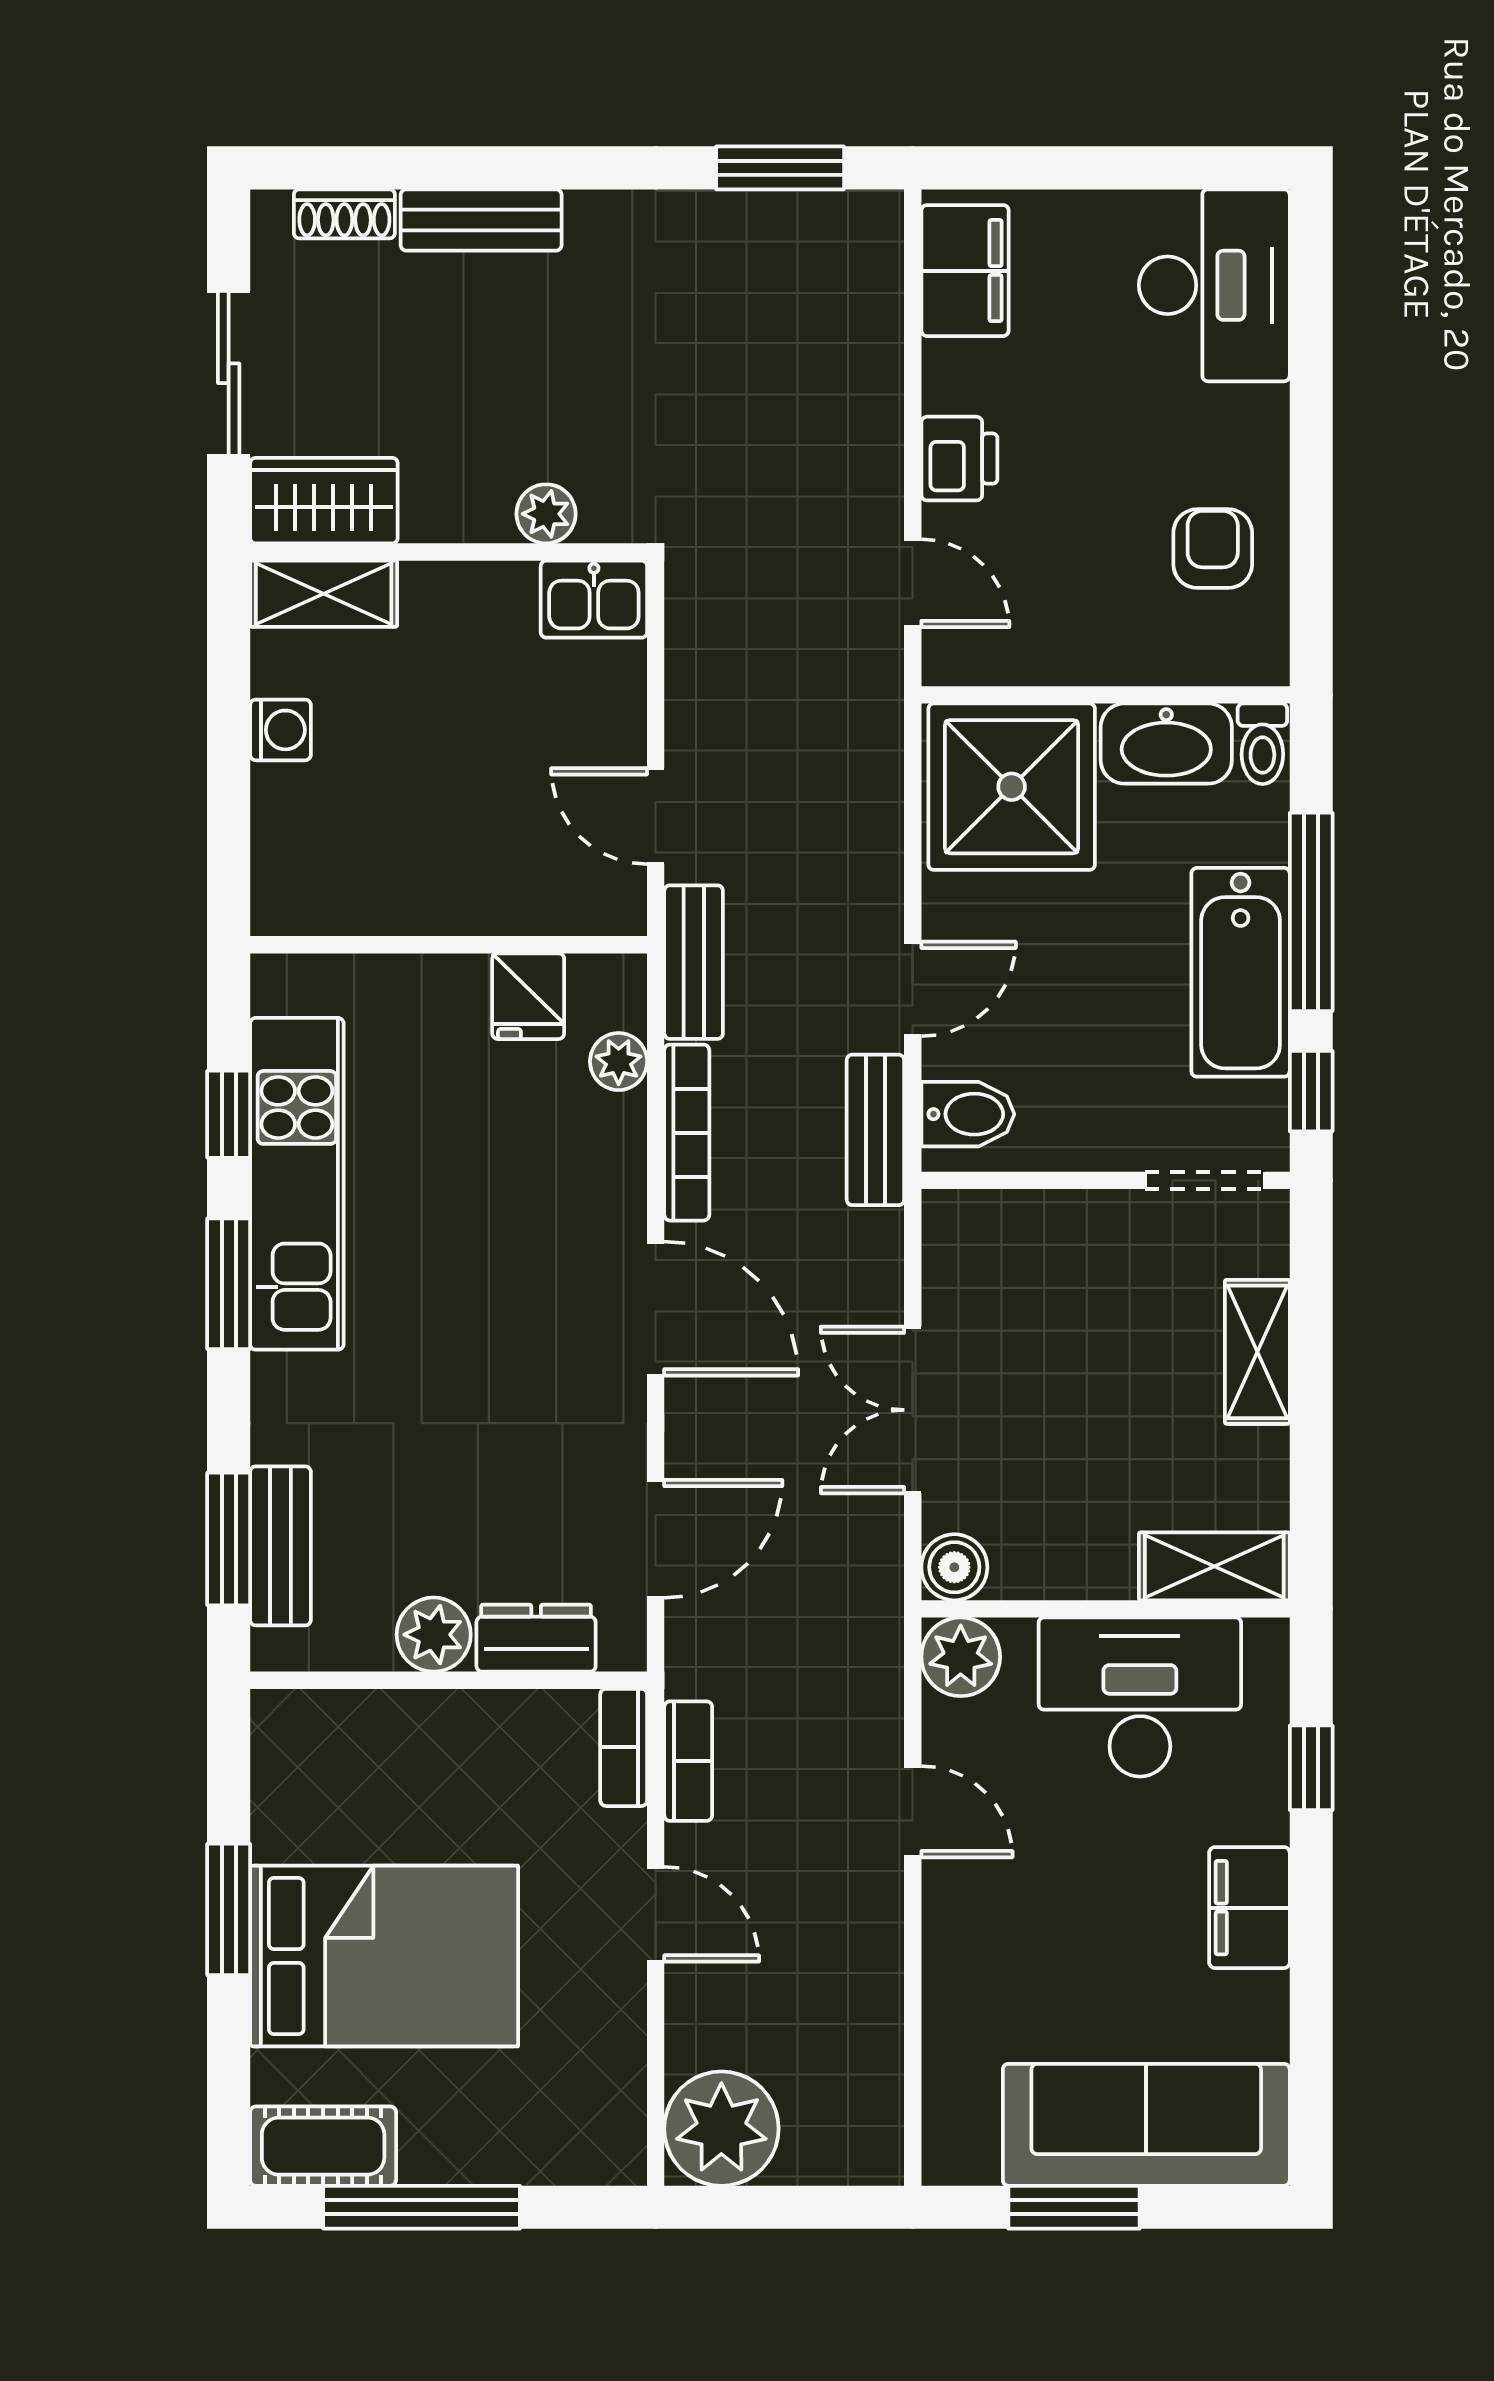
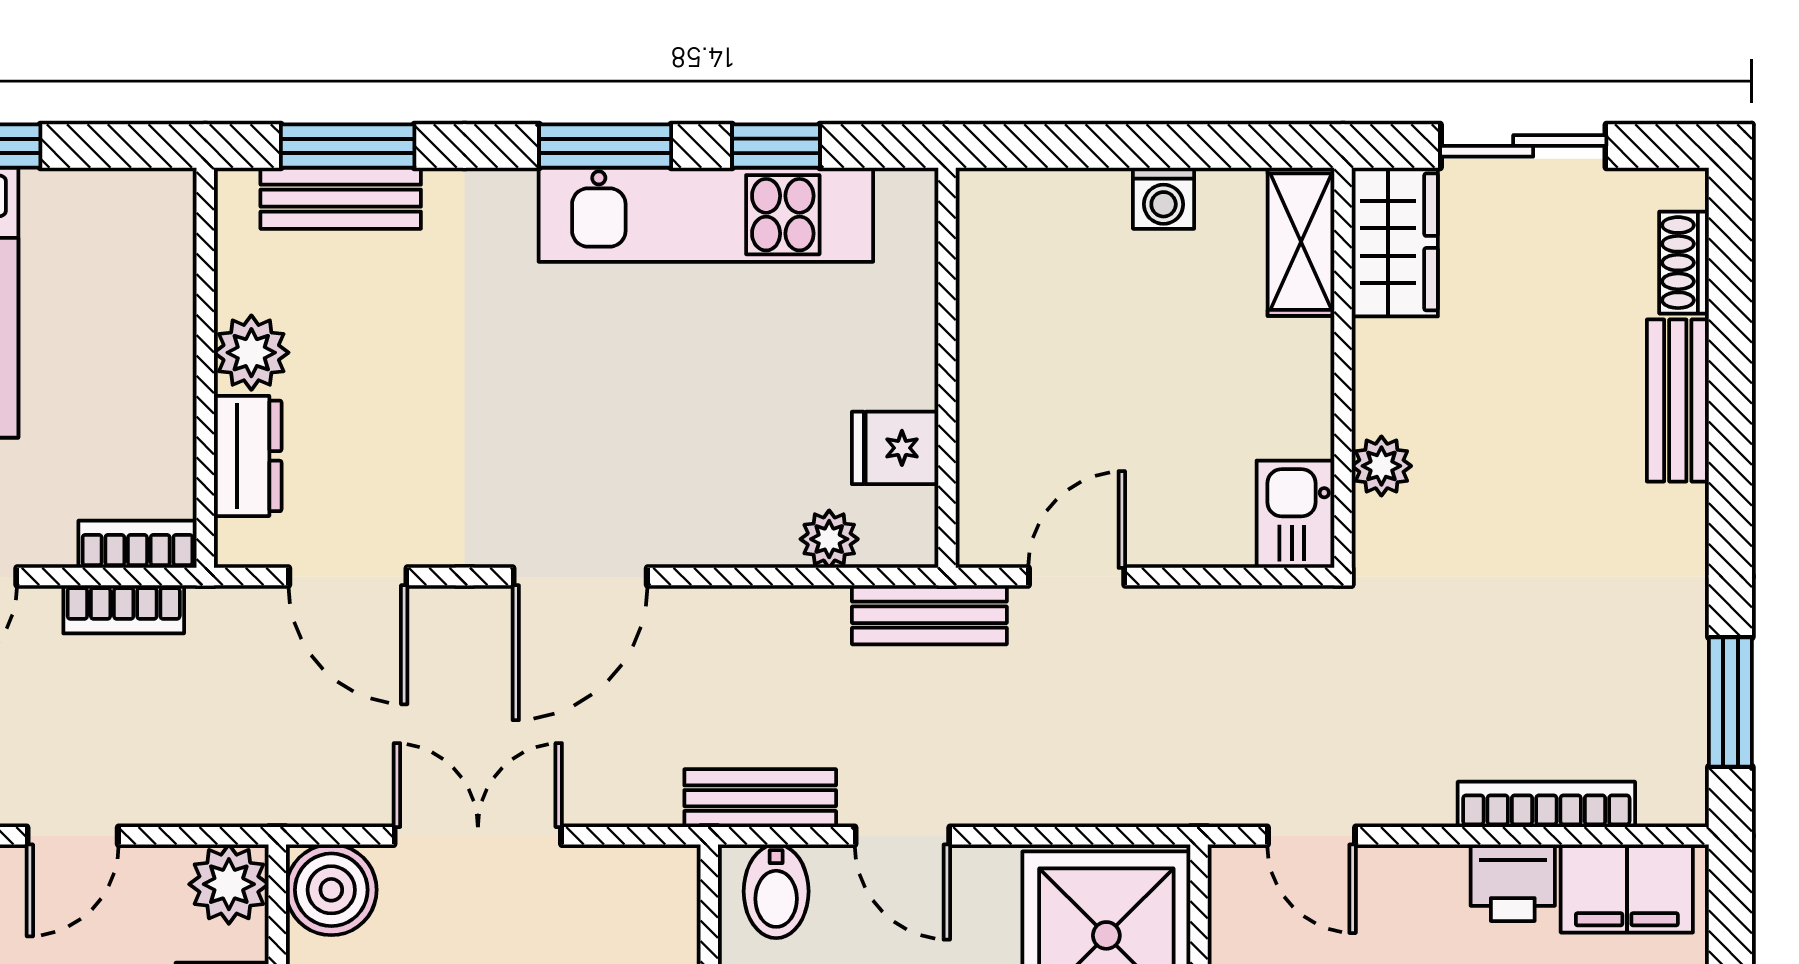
printer: (959, 459) -> (1513, 883), moved
door: (913, 583) -> (1312, 836), hinge flipped
bookcase: (687, 1133) -> (1546, 804), moved, turned 180
boiler: (954, 1567) -> (331, 890), width x1.36, depth x1.36

